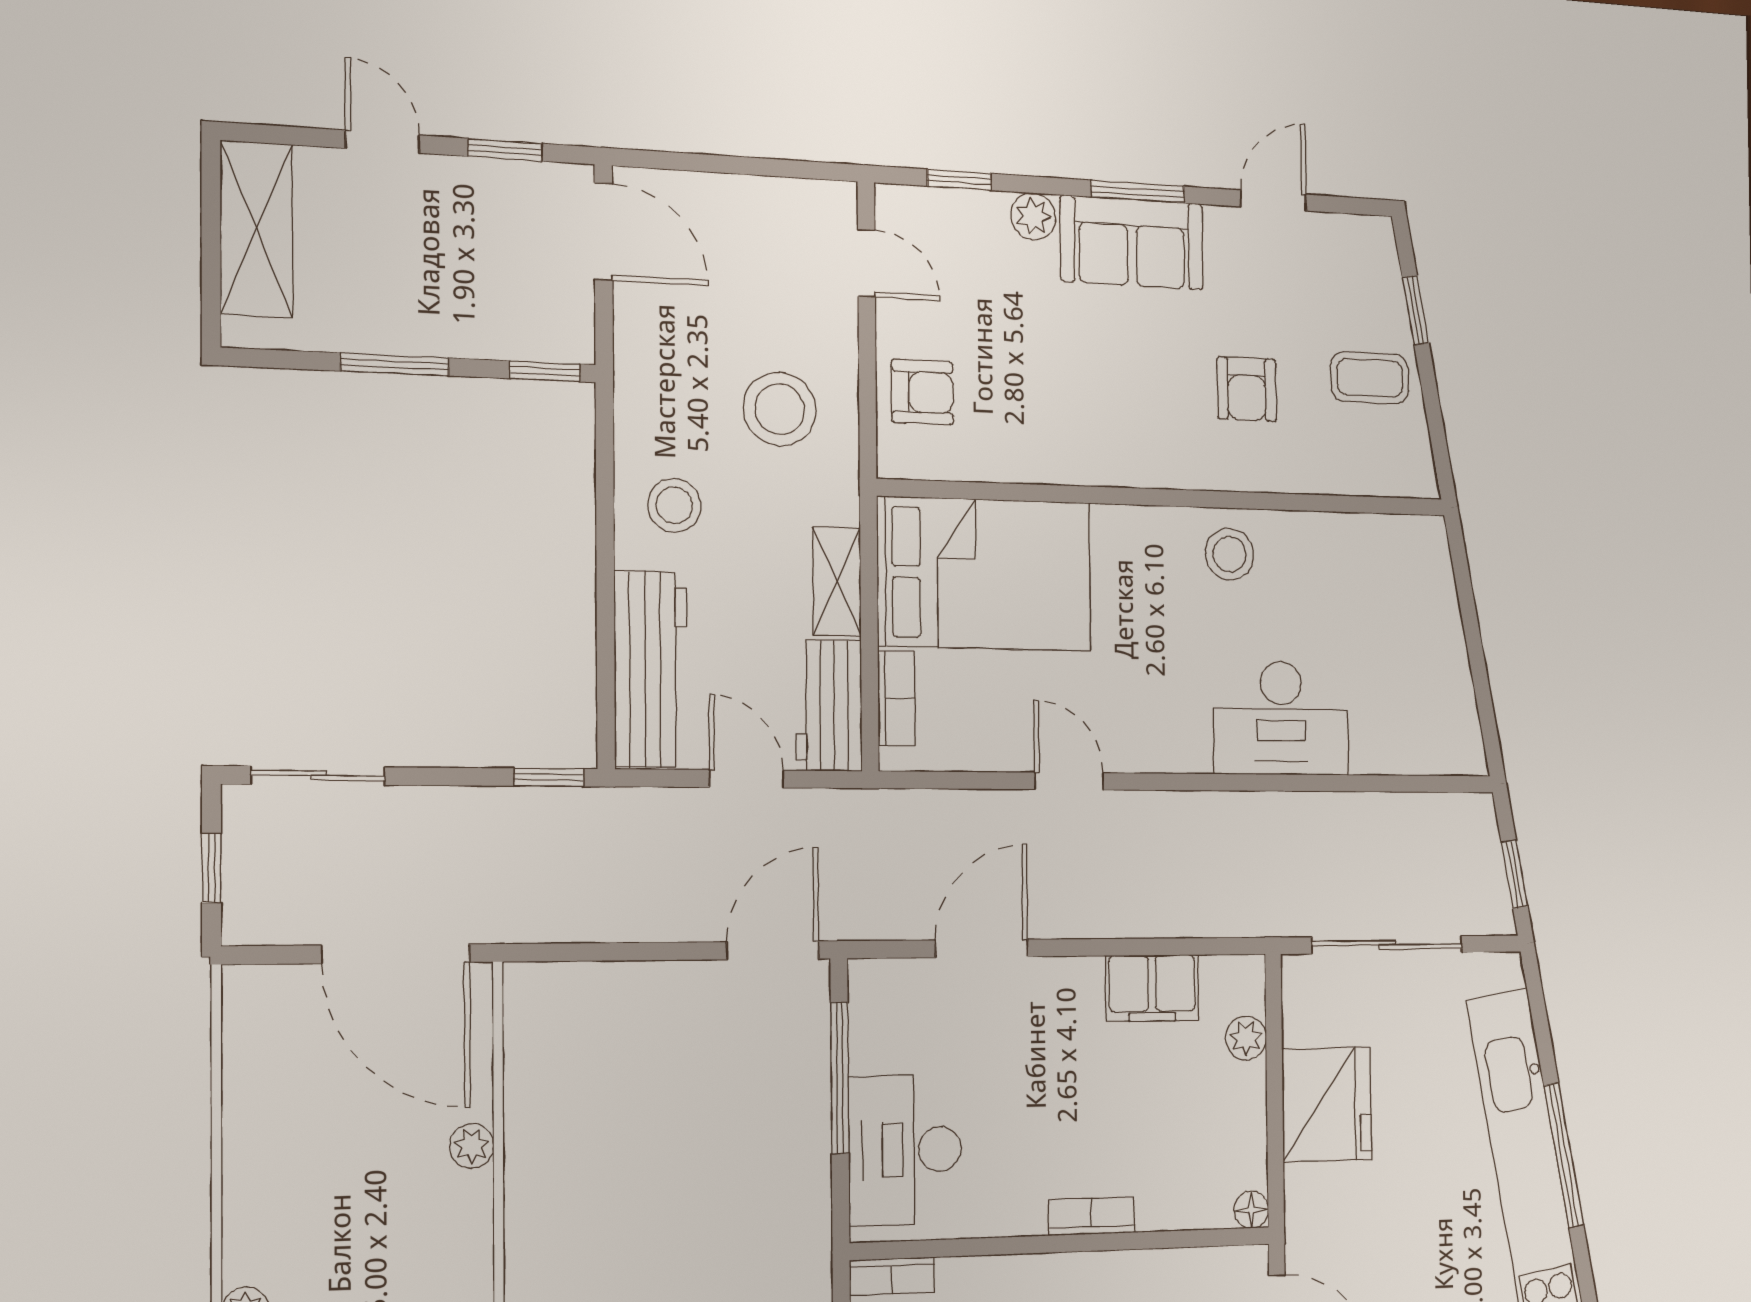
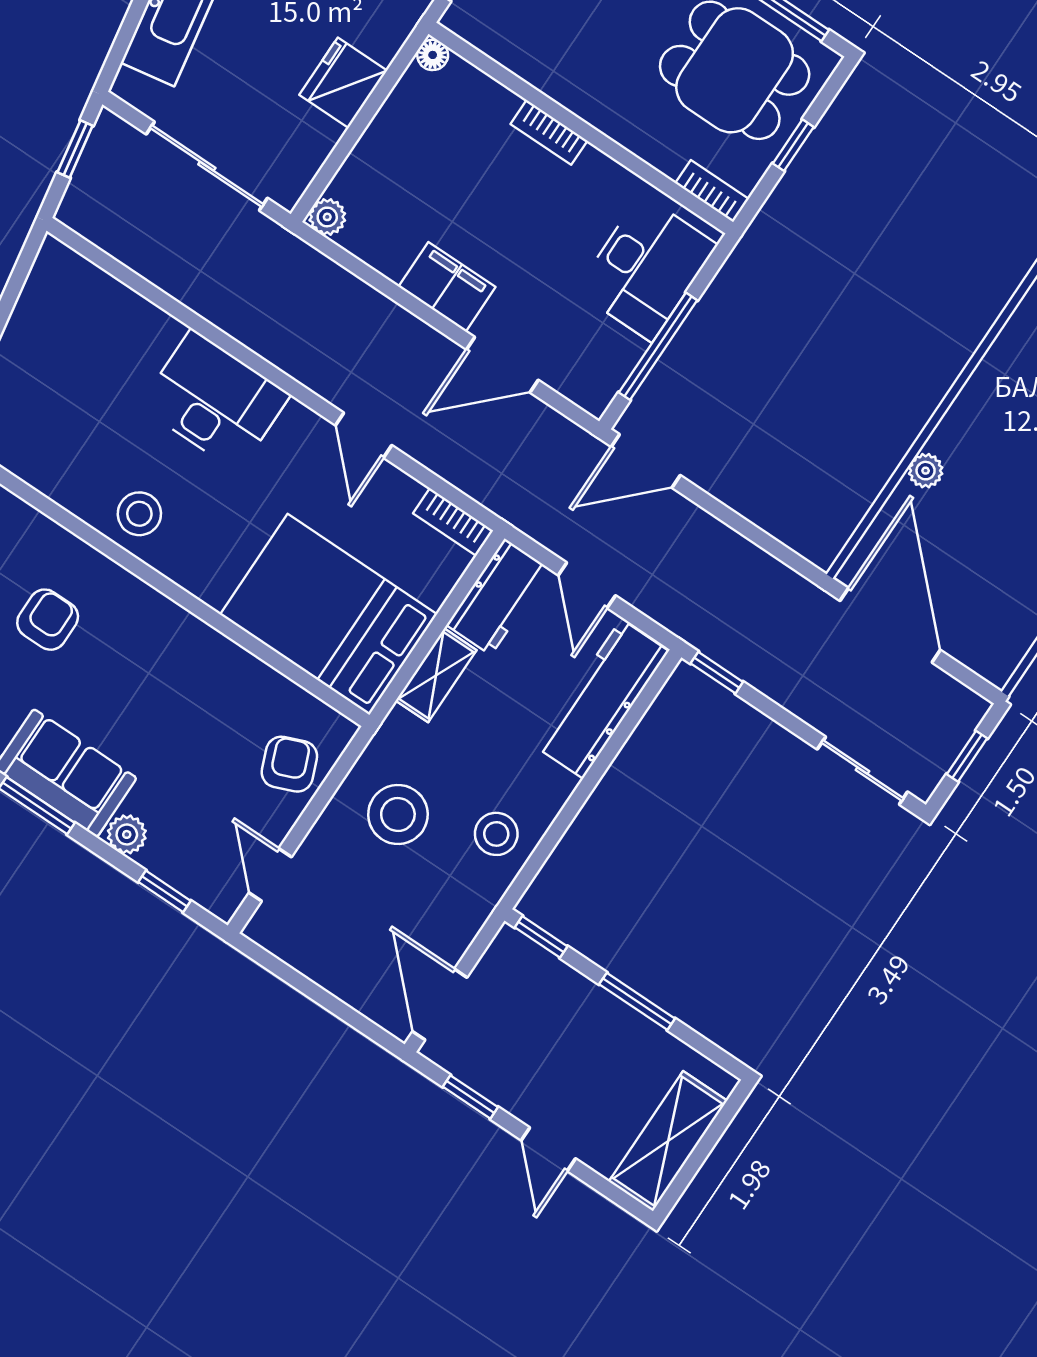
armchair: (922, 392) -> (289, 764), turned 68
stool: (675, 505) -> (496, 834), moved
bookcase: (896, 698) -> (453, 522), moved, turned -90
desk: (1281, 718) -> (215, 401), moved
filing cabinet: (1152, 988) -> (447, 287), moved
plant: (1246, 1038) -> (327, 217), moved
fridge: (1327, 1104) -> (343, 83), width x0.73, depth x0.75

